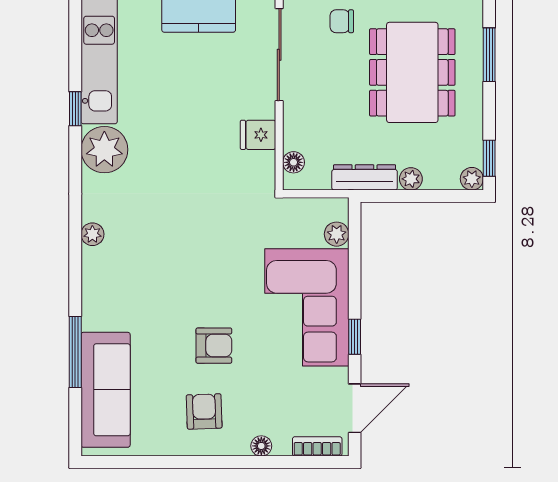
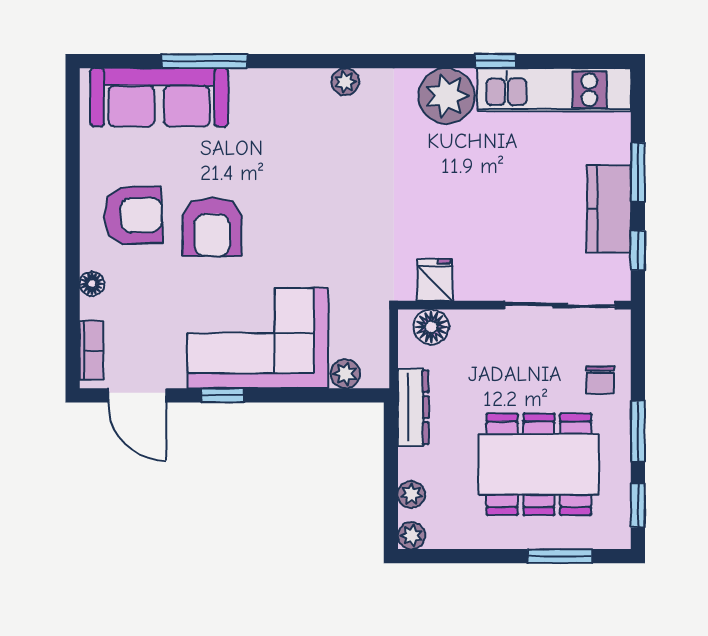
chair: (342, 21) -> (600, 380), turned 180
fridge: (258, 135) -> (435, 280), moved
window: (489, 158) -> (436, 556), removed
floor lamp: (294, 162) -> (431, 327), width x1.37, depth x1.37
plant: (411, 179) -> (411, 494), moved
armchair: (214, 346) -> (212, 227), width x1.38, depth x1.38
armchair: (204, 411) -> (133, 215), width x1.38, depth x1.38

